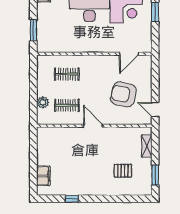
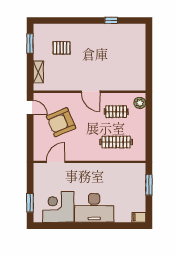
clothes rail: (67, 74) -> (116, 142), width x1.36
armchair: (123, 94) -> (61, 122), turned 144
plant: (43, 102) -> (140, 103), moved
filing cabinet: (43, 176) -> (139, 43), removed

